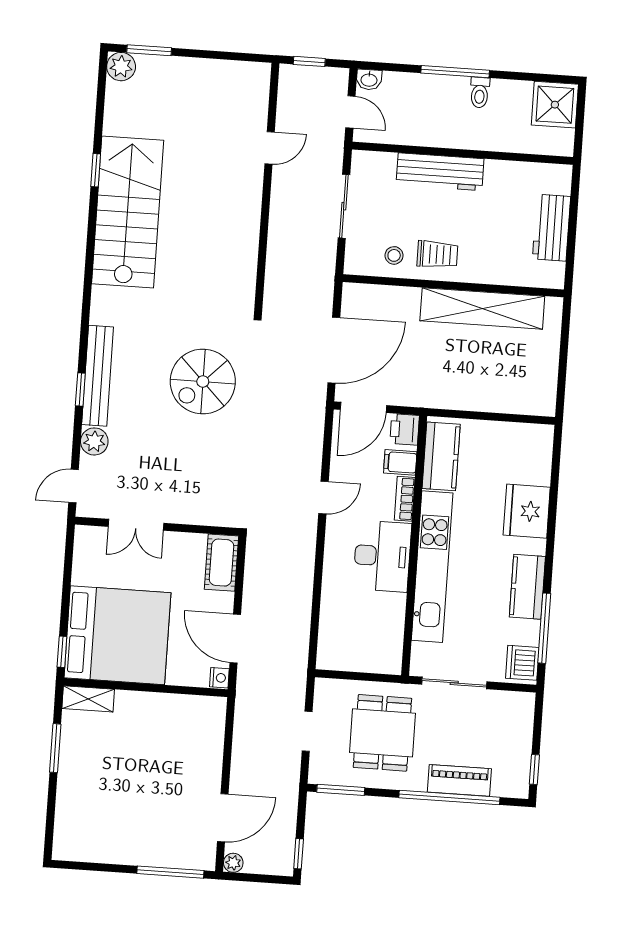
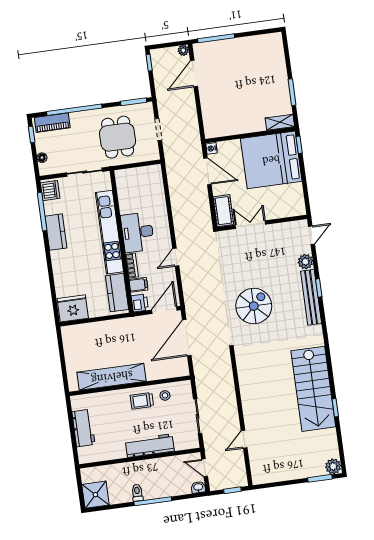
fridge: (527, 511) -> (73, 308), moved, turned -90
double door: (136, 525) -> (250, 225), moved
floor lamp: (525, 724) -> (42, 158), added
piano: (459, 780) -> (52, 123), moved

